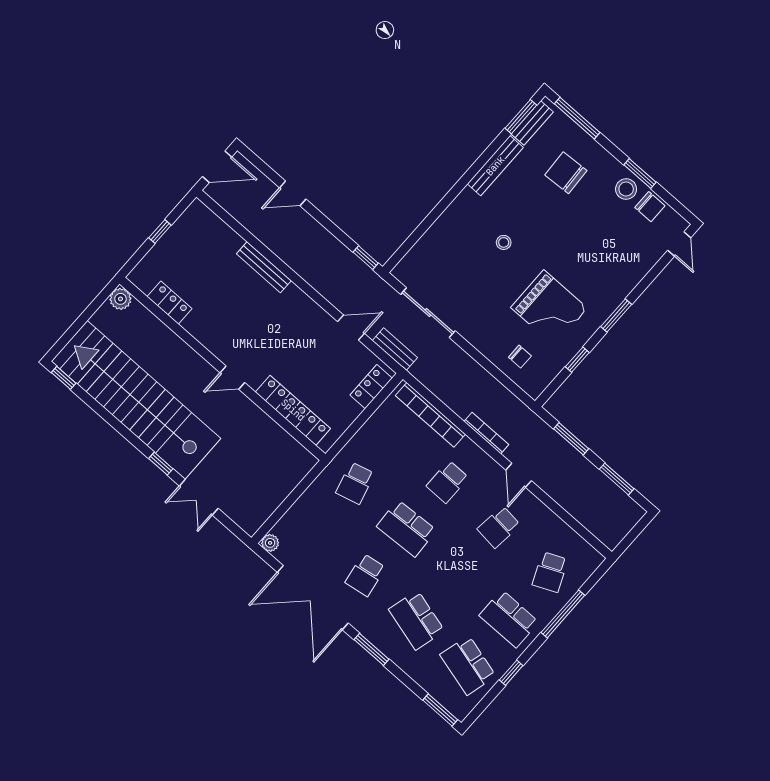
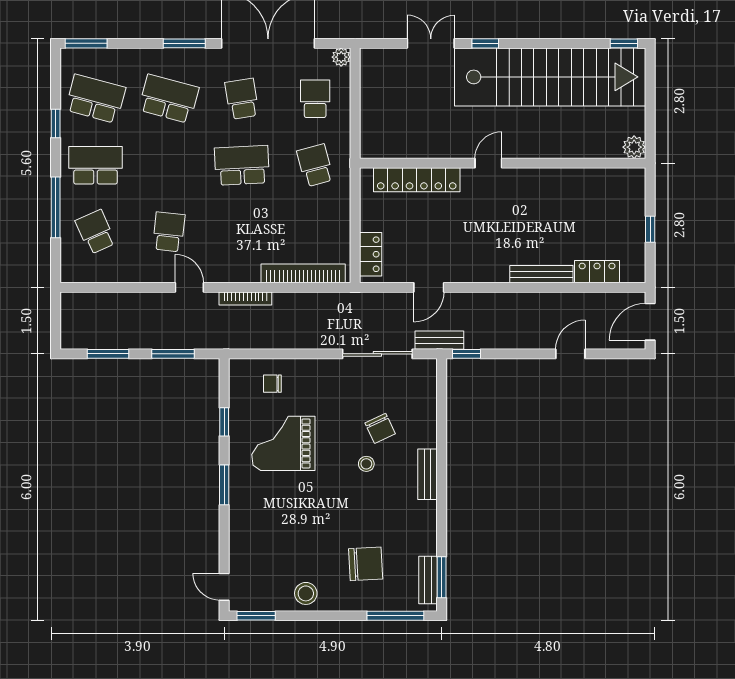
bench: (495, 166) -> (427, 474), moved, width x0.73
window: (640, 174) -> (256, 616), moved
chair: (650, 207) -> (380, 428), moved, turned -115
locker: (170, 303) -> (597, 272), moved, turned 180
bench: (395, 349) -> (439, 340), moved
school desk: (448, 482) -> (315, 99), moved

